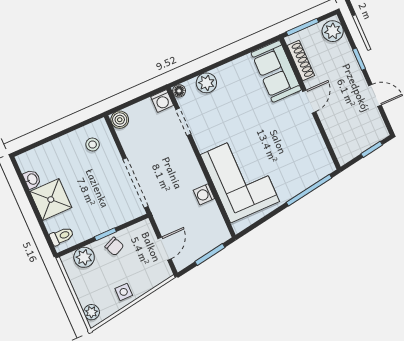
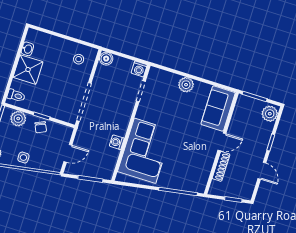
shoe rack: (301, 61) -> (221, 166), moved
plant: (206, 83) -> (186, 85), moved
floor lamp: (179, 91) -> (154, 72), removed

